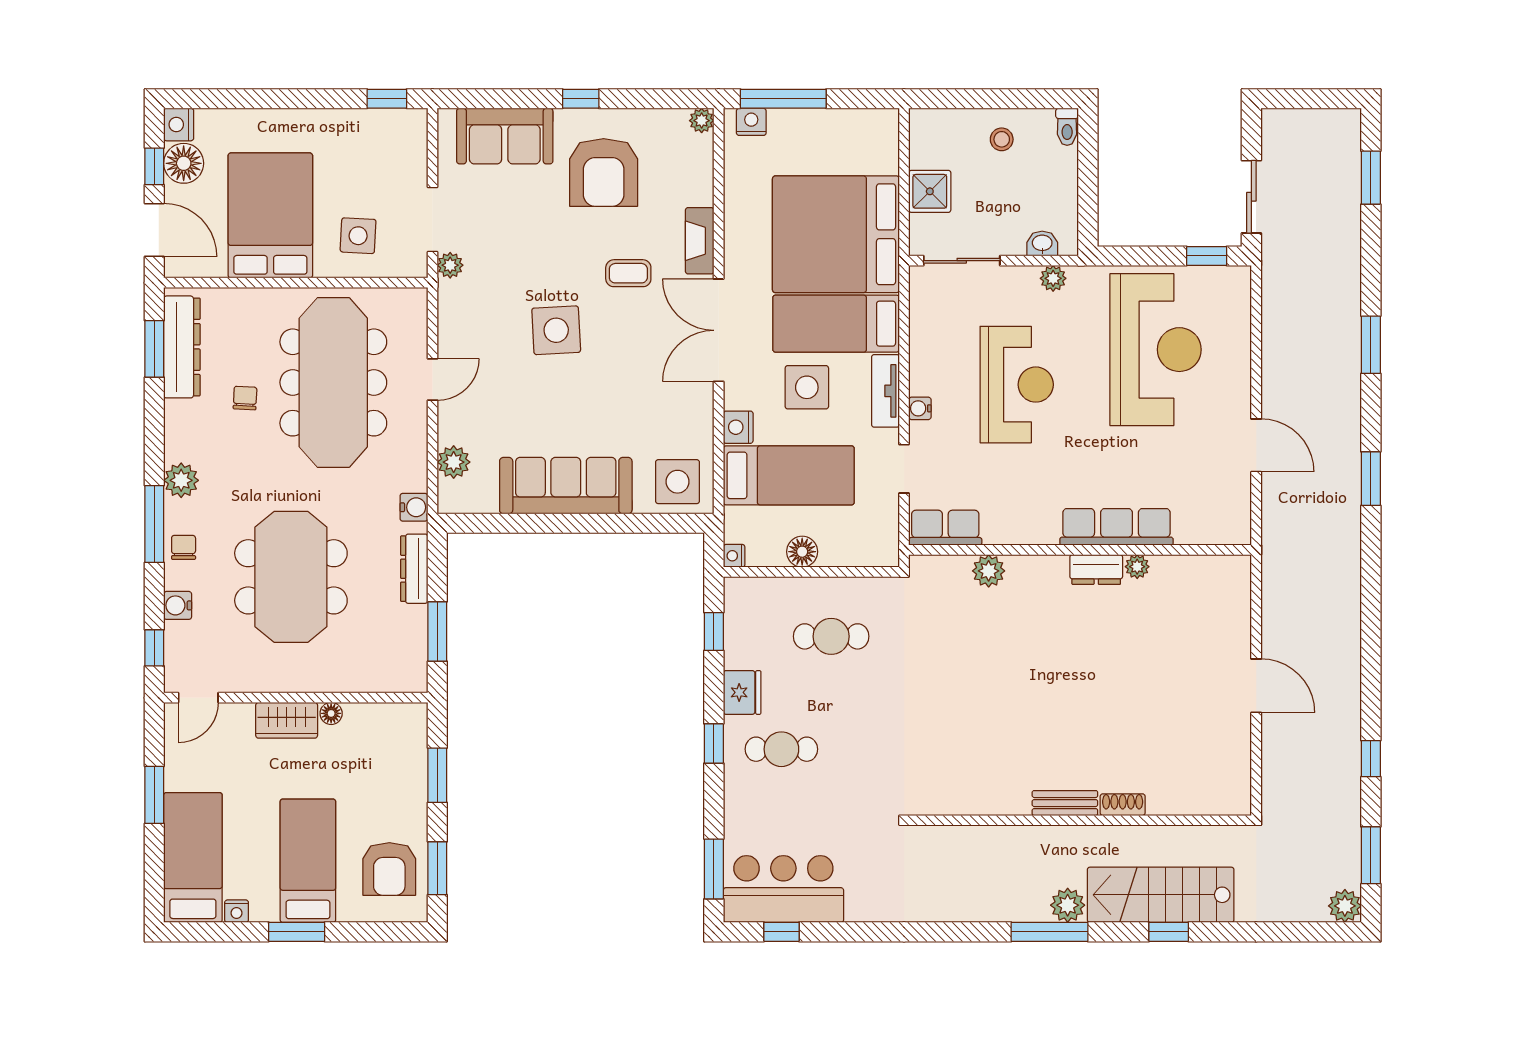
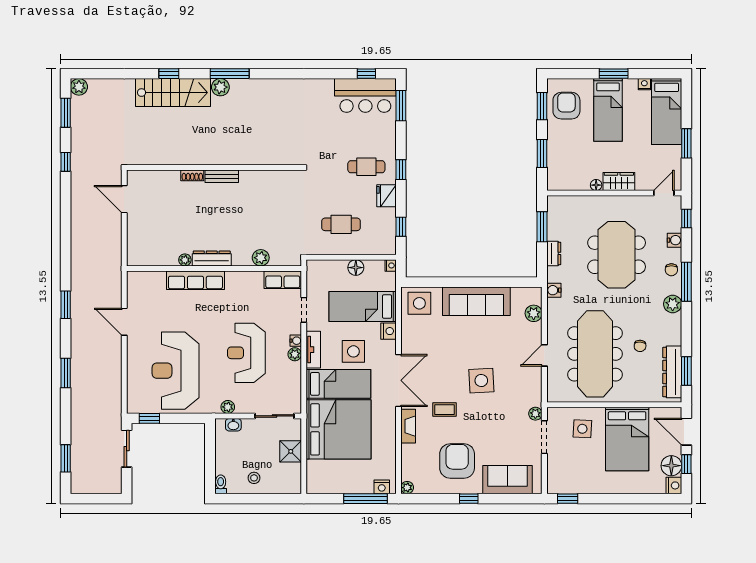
plant: (922, 382) -> (295, 354), added
dresser: (414, 569) -> (554, 253), width x0.70
dresser: (1096, 569) -> (212, 258), width x1.44
bench: (1065, 803) -> (222, 176), moved
shoe rack: (1123, 805) -> (192, 175), moved
wall: (1080, 820) -> (214, 167), moved

